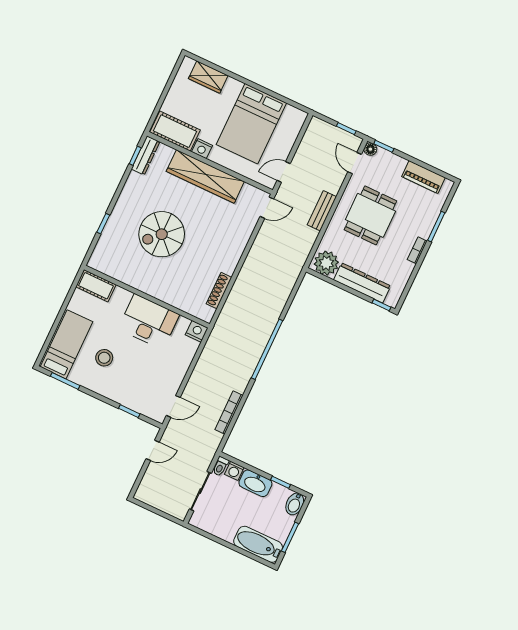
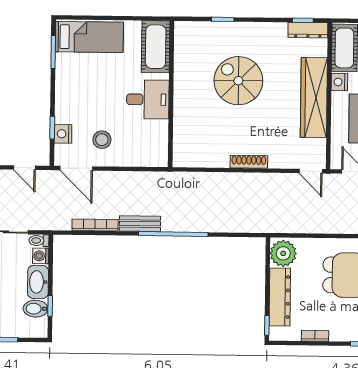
bench: (322, 211) -> (140, 224), moved
bookcase: (417, 250) -> (315, 336), moved
cot: (96, 286) -> (156, 47), width x1.37, depth x1.34
shoe rack: (219, 291) -> (249, 162), moved
desk: (149, 322) -> (148, 99), width x0.73
nightstand: (197, 331) -> (63, 134), moved, turned 180
stool: (104, 358) -> (102, 140), moved
door: (173, 406) -> (76, 168), width x1.38
bidet: (295, 504) -> (36, 309), moved

